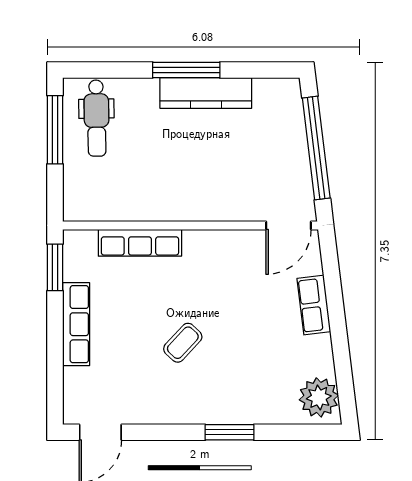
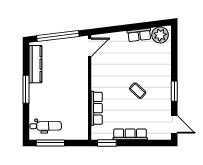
kitchen counter: (206, 93) -> (35, 64), moved
door: (289, 225) -> (90, 47), hinge flipped
row of seats: (314, 305) -> (139, 35), moved
window: (229, 432) -> (174, 91), moved

